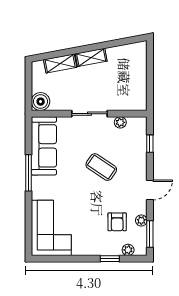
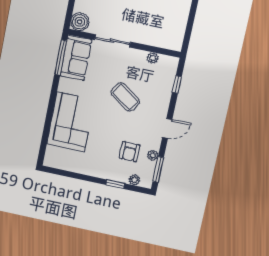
sliding door: (89, 114) -> (112, 41), moved
sofa: (44, 146) -> (76, 58), width x0.73
window: (28, 173) -> (61, 57), moved
corner sofa: (51, 228) -> (71, 122), moved

